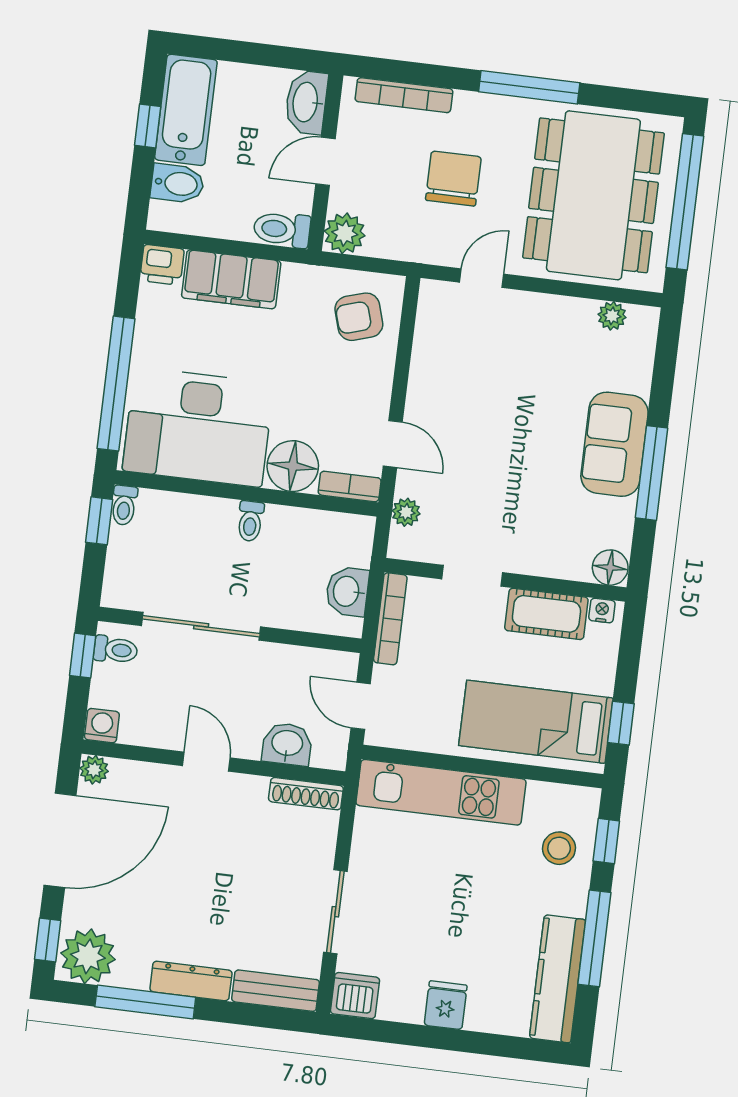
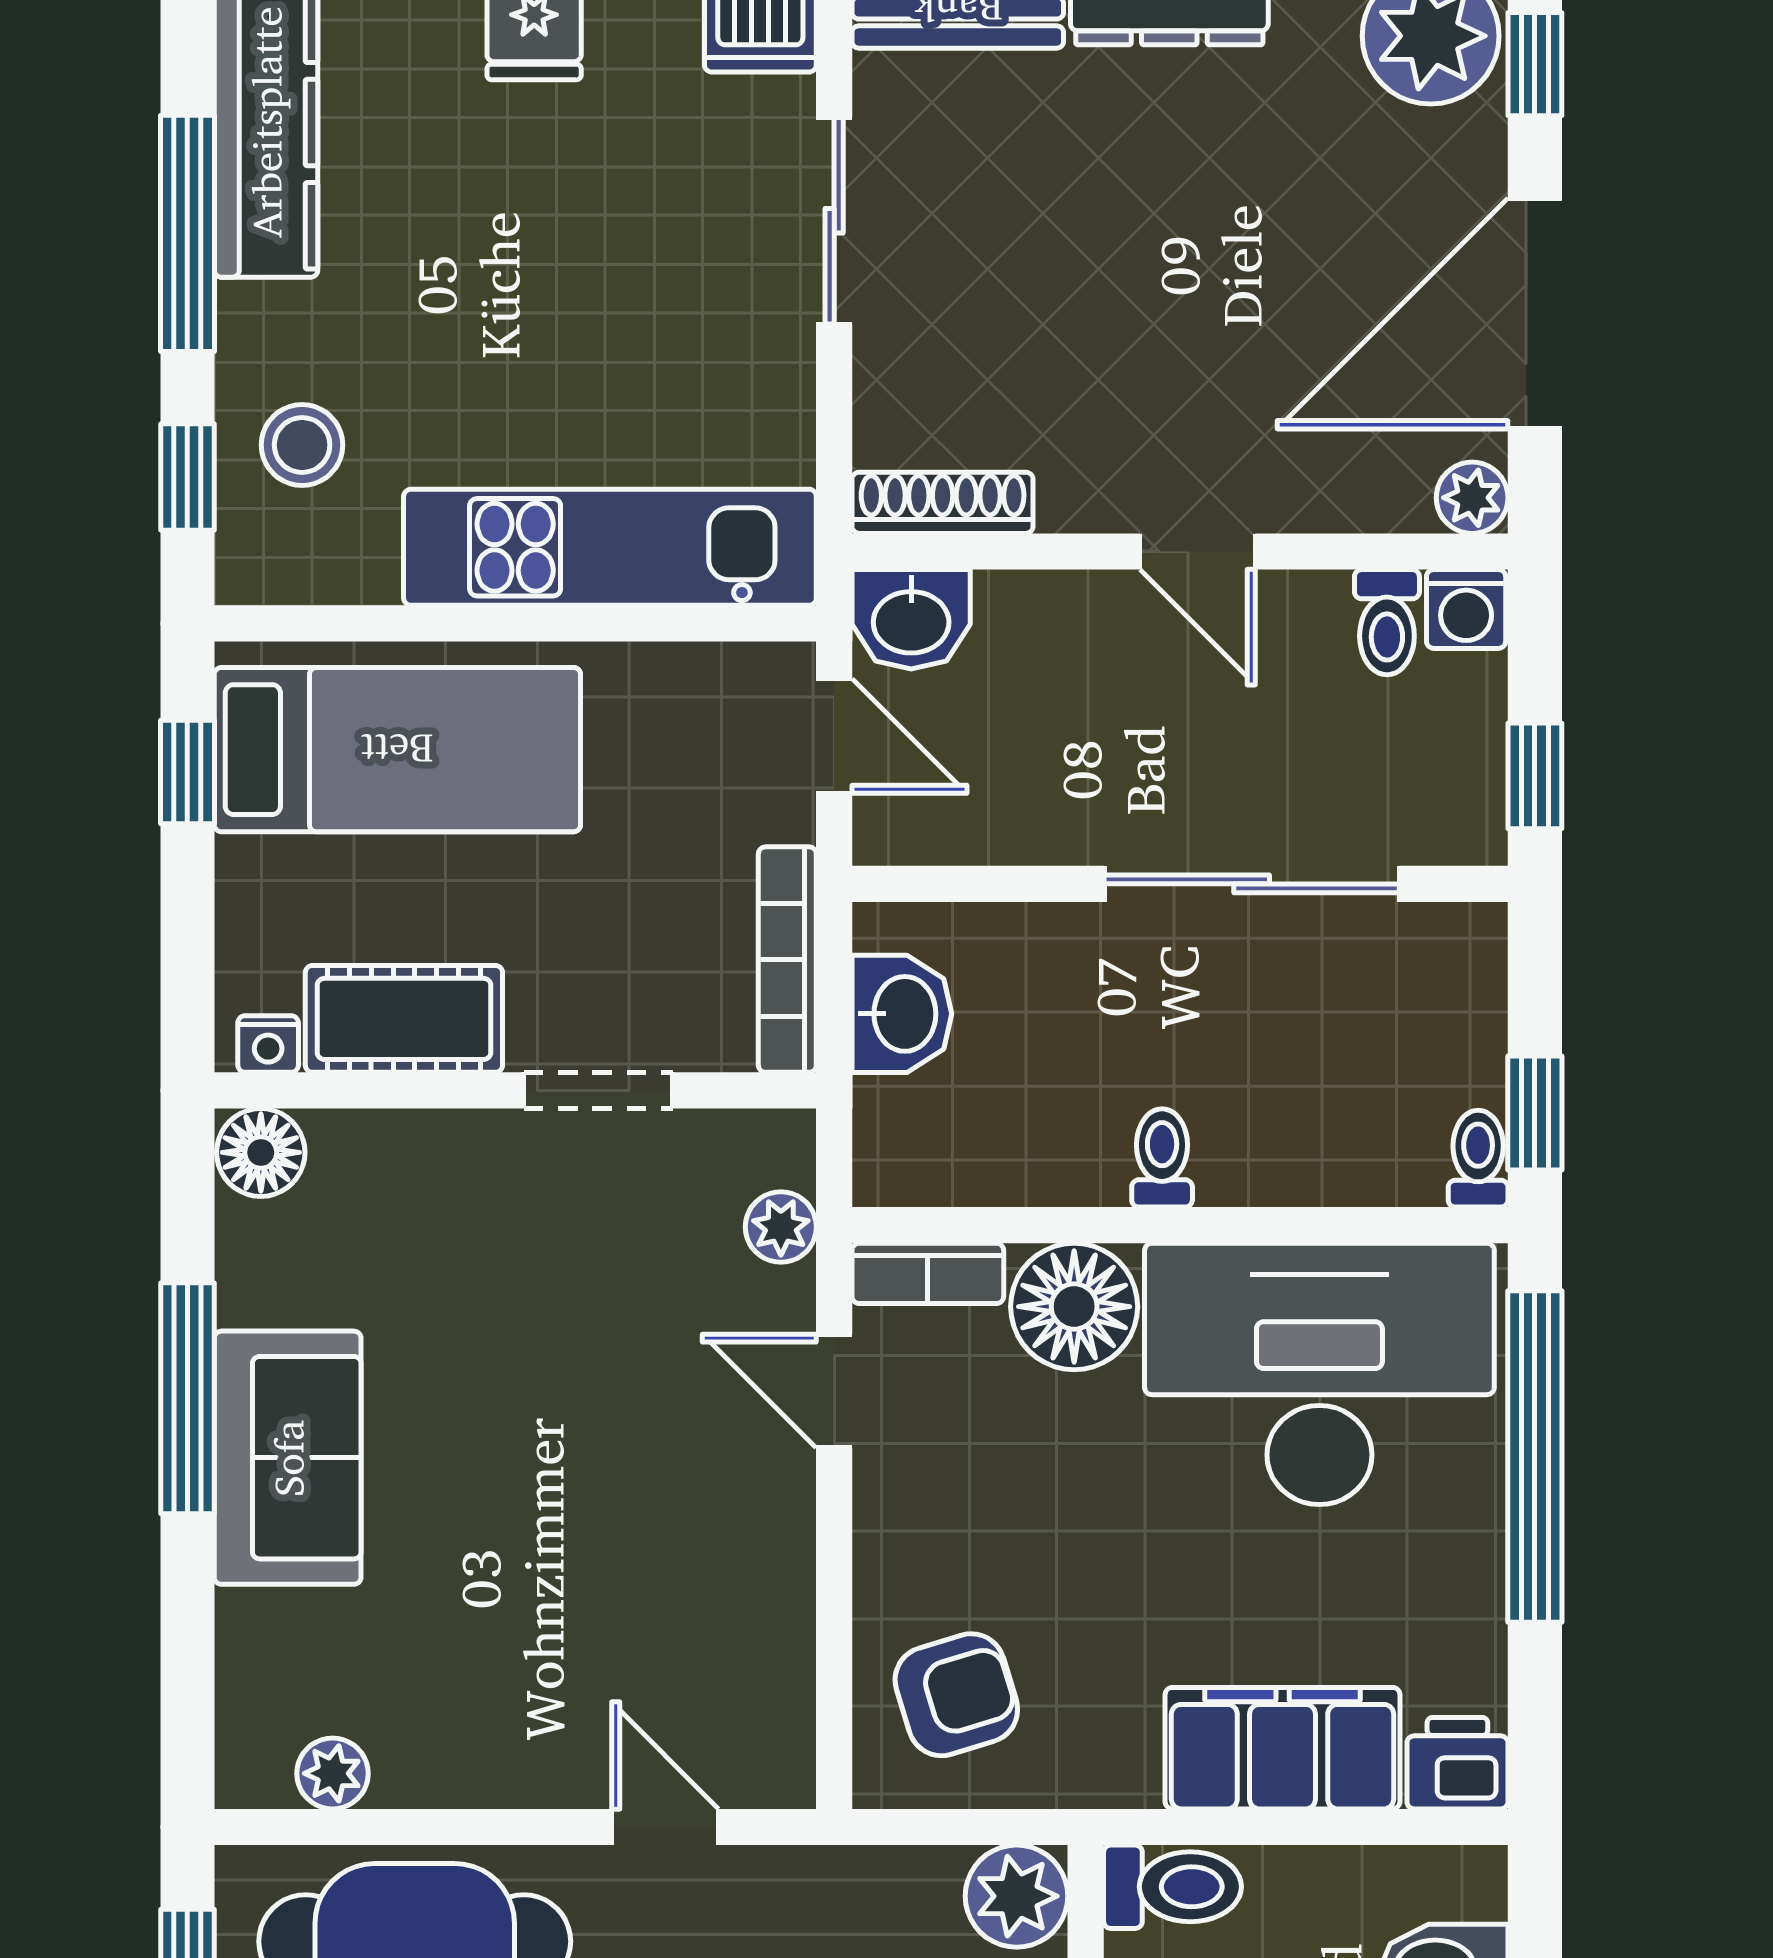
door: (482, 278) -> (665, 1827), swing flipped
toilet: (116, 650) -> (1387, 622), moved, turned -90
washbasin: (287, 744) -> (911, 619), moved

